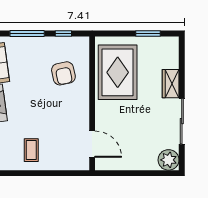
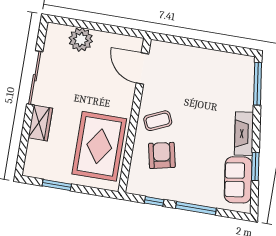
coffee table: (31, 150) -> (158, 121), moved, turned 66
plant: (169, 160) -> (81, 40), moved

